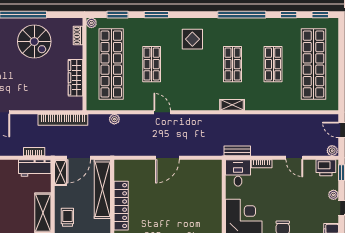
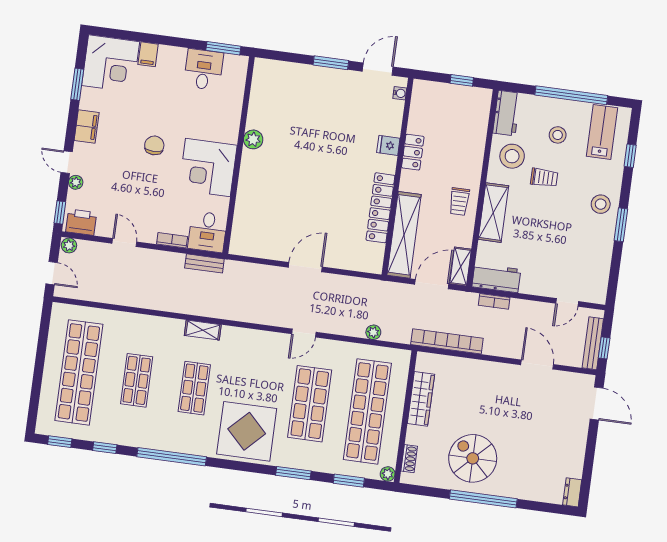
display table: (192, 39) -> (247, 431), width x1.86, depth x1.86
shop shelf: (152, 64) -> (310, 404), width x1.43, depth x1.36
door: (162, 112) -> (304, 333), hinge flipped

